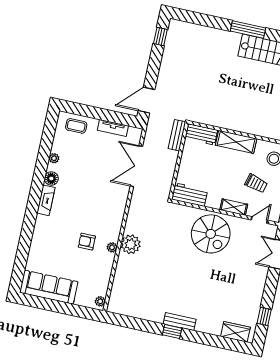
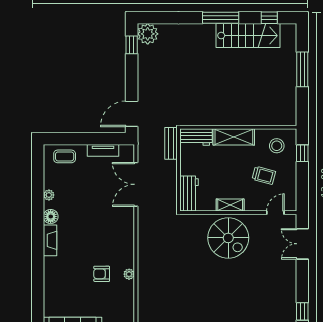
workbench: (190, 195) -> (189, 193), moved, turned 90
shelving: (234, 207) -> (230, 205), moved
plant: (131, 244) -> (148, 34), moved

